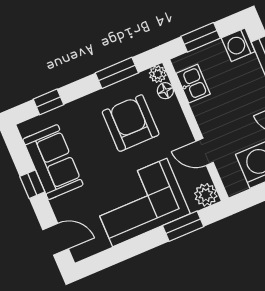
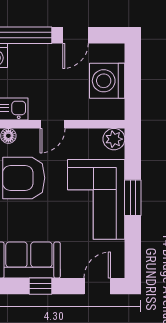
door: (205, 152) -> (53, 124), moved
window: (183, 226) -> (133, 198), moved

